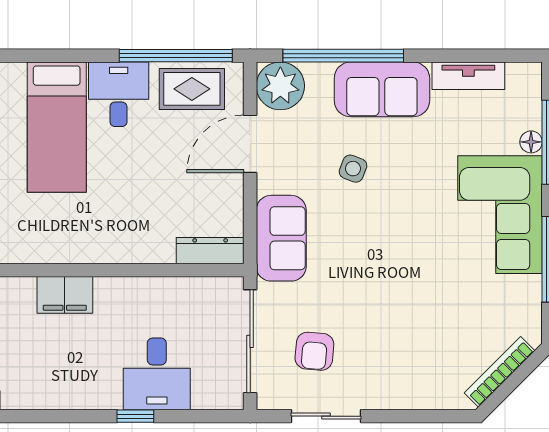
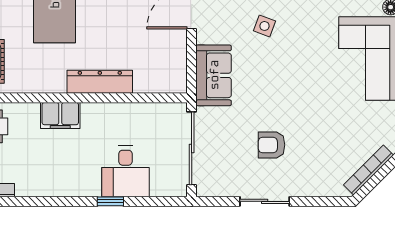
dresser: (210, 251) -> (100, 82), moved, width x1.37, depth x1.24
armchair: (314, 351) -> (271, 145), moved, turned 85
sliding door: (326, 416) -> (265, 201), moved

